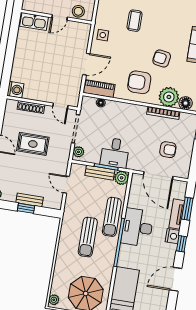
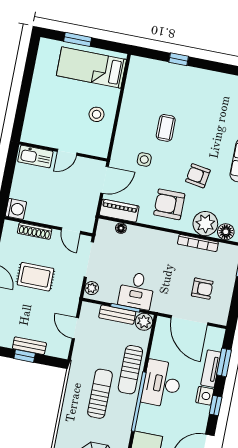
wall: (56, 17) -> (63, 151), moved
door: (60, 17) -> (67, 152), moved
kitchen sink: (34, 22) -> (35, 157), moved
side table: (103, 35) -> (144, 160), moved
sun lounger: (88, 237) -> (100, 394), turned 180

